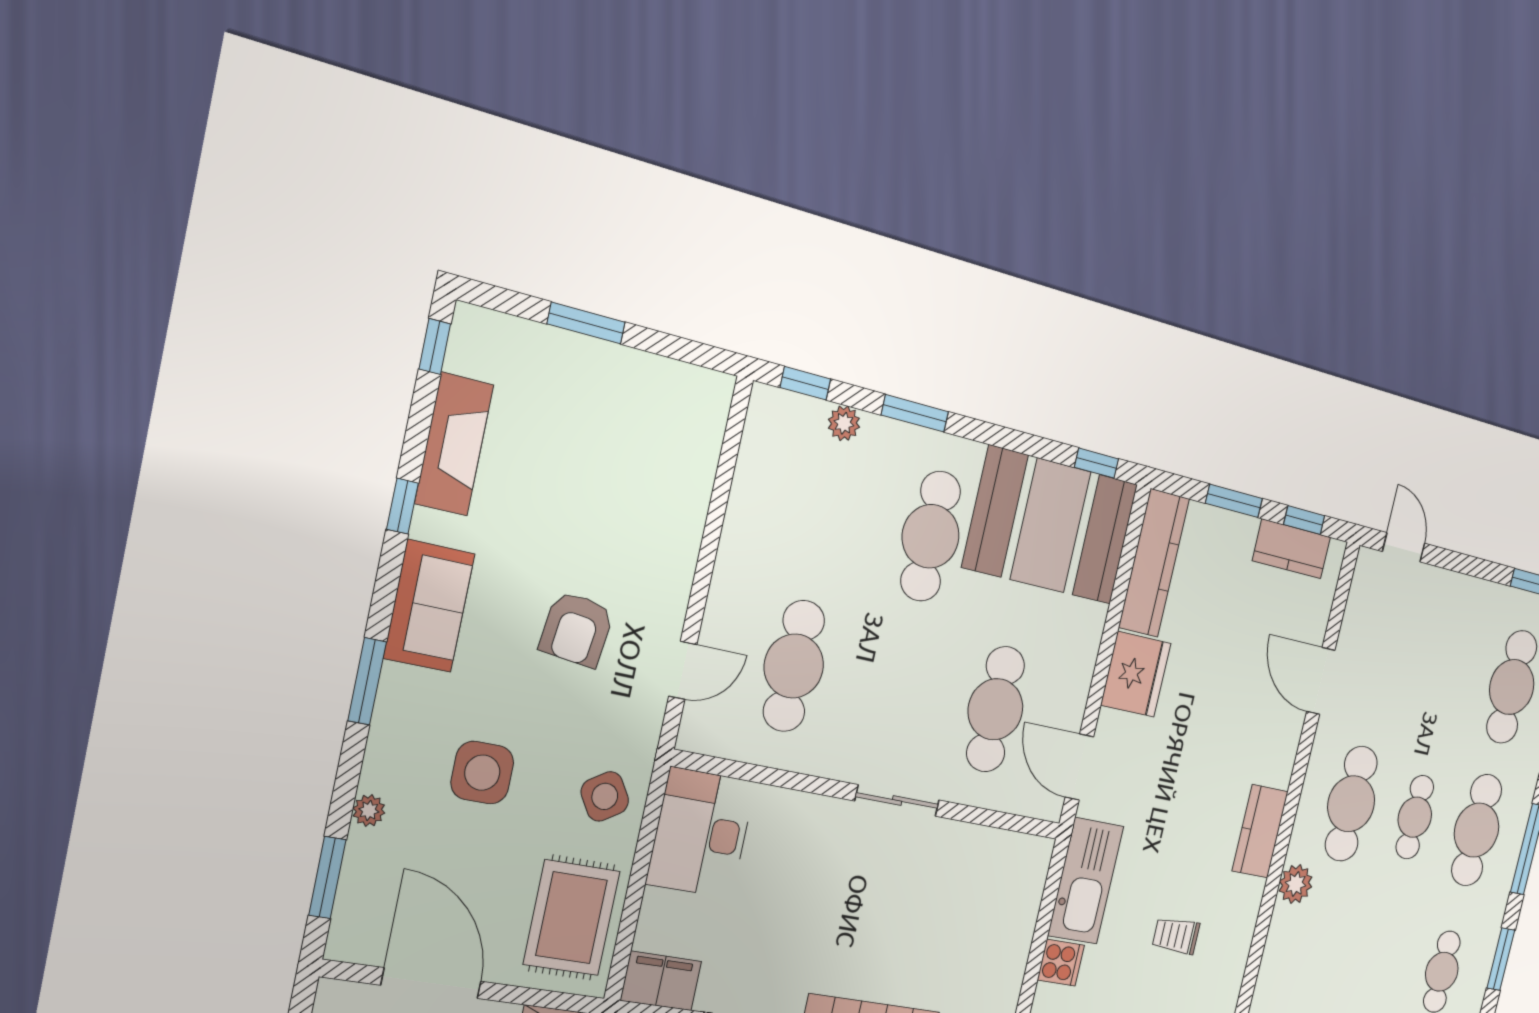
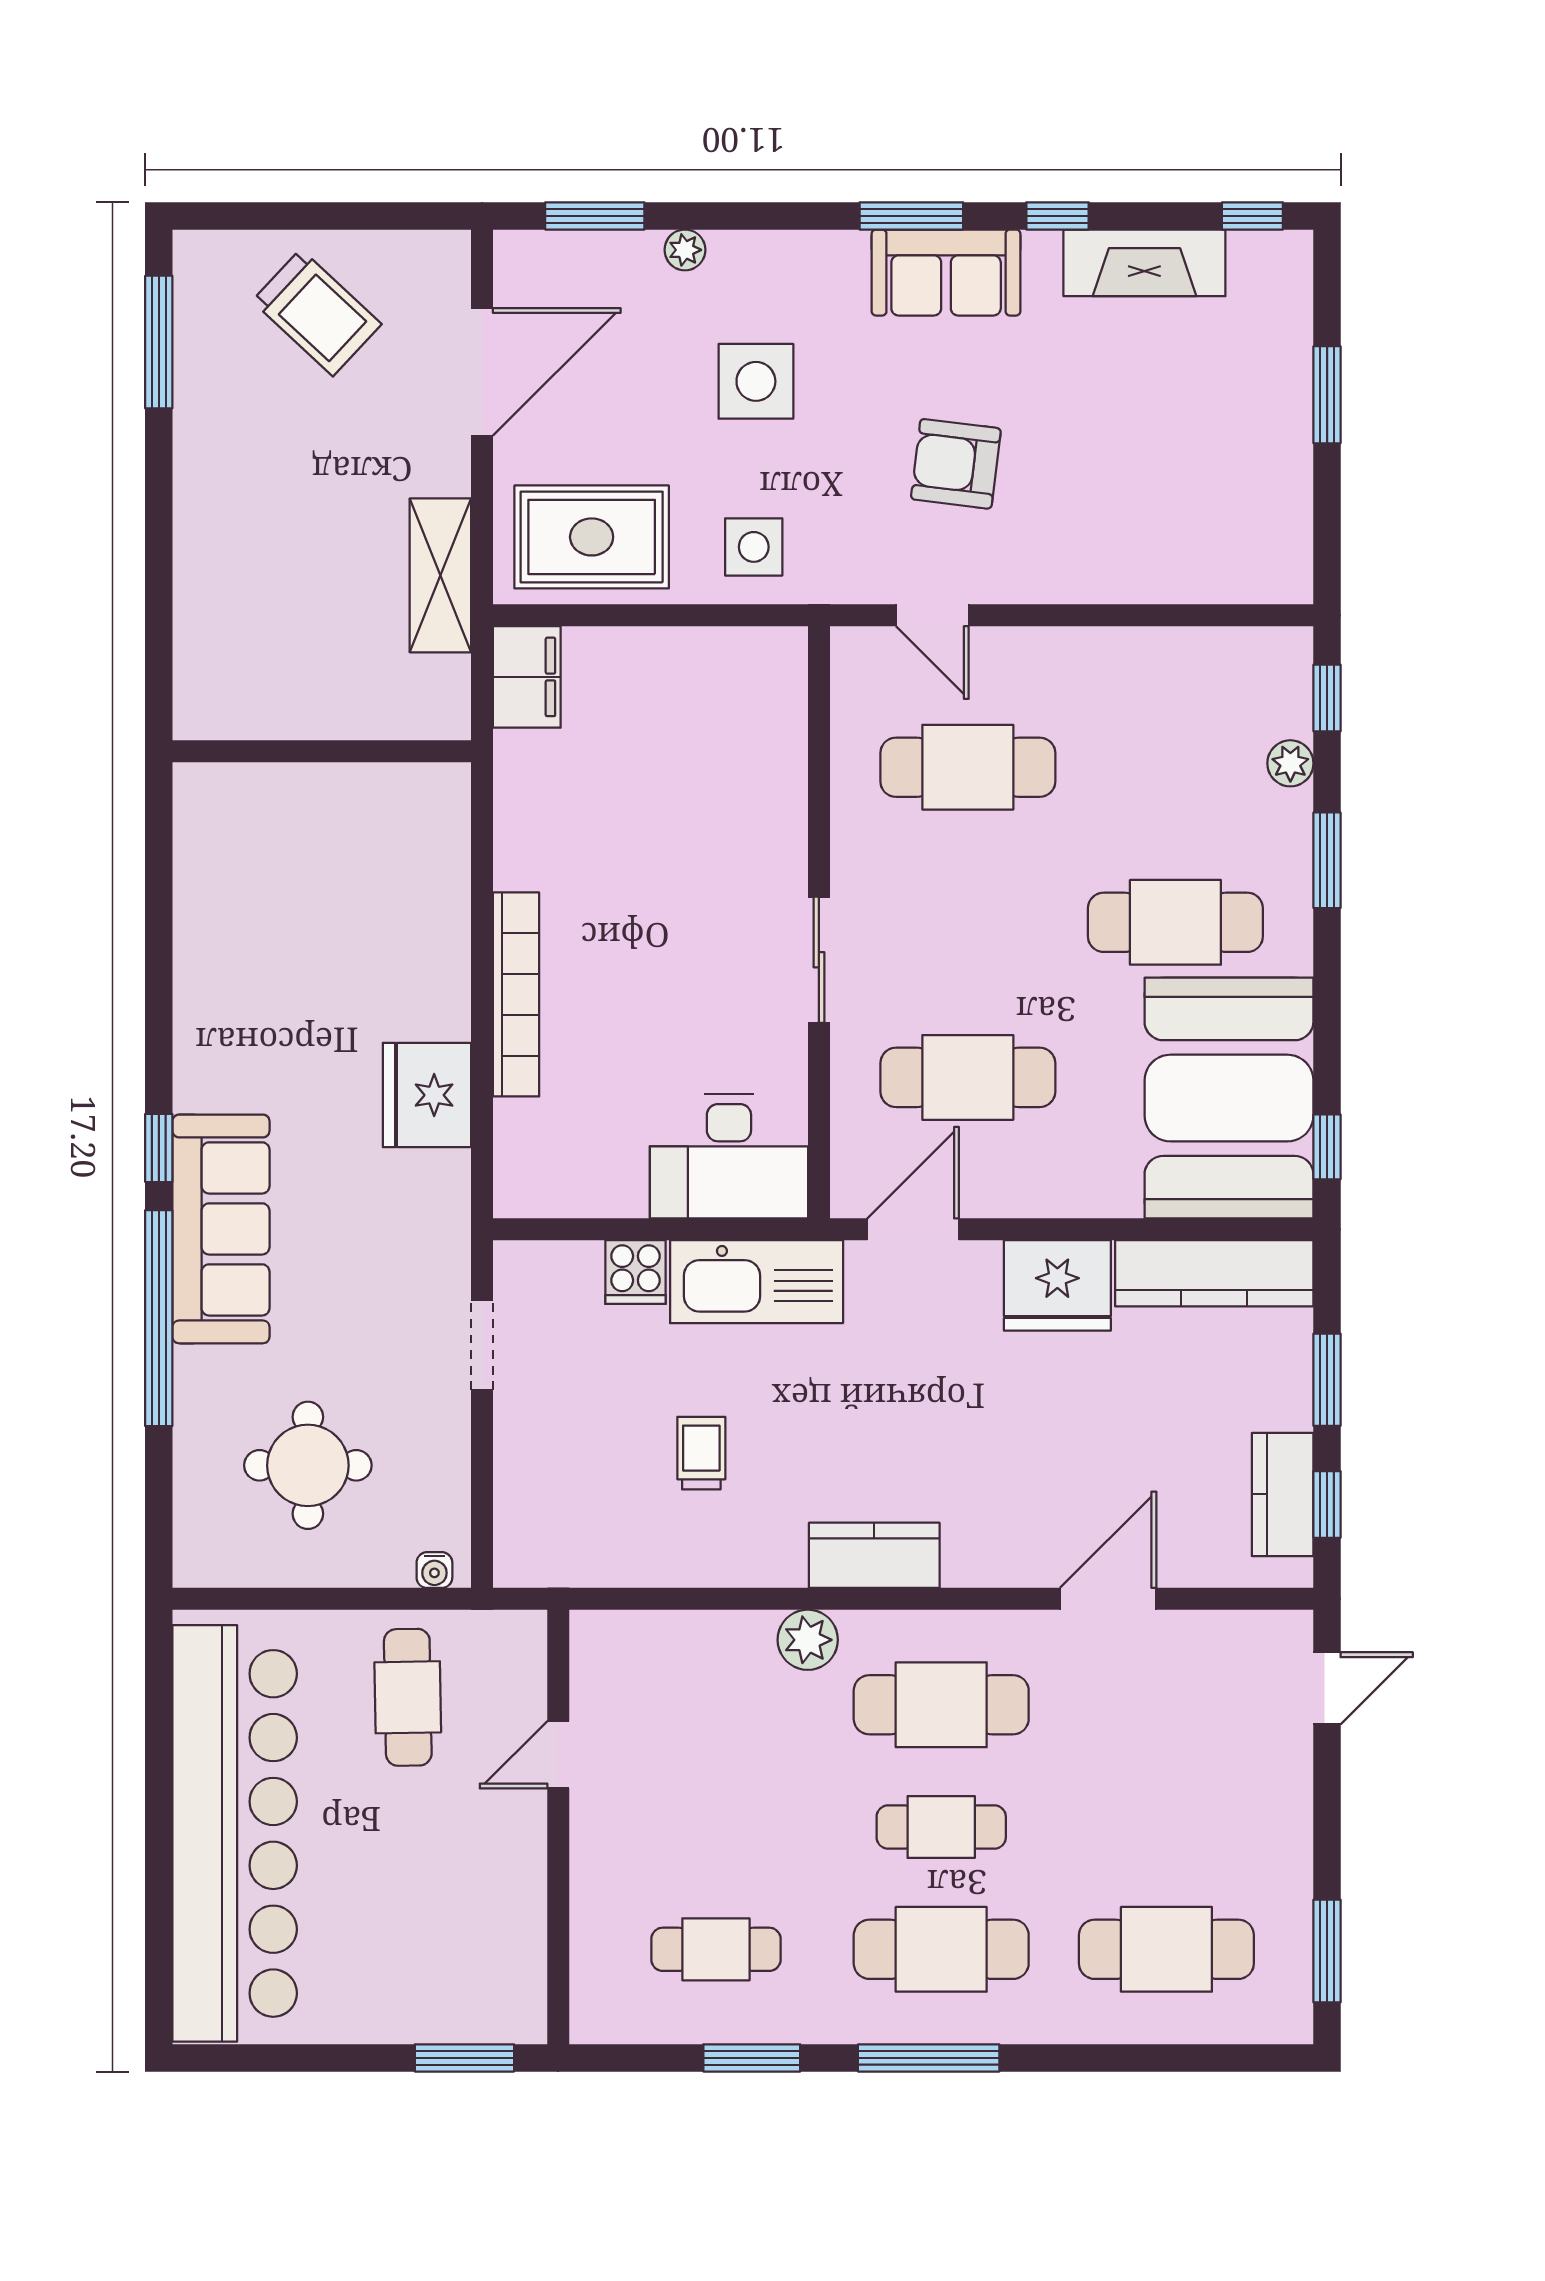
window: (367, 681) -> (911, 216), moved
side table: (605, 796) -> (754, 547), turned 32
desk: (701, 833) -> (729, 1156), moved, turned 180

